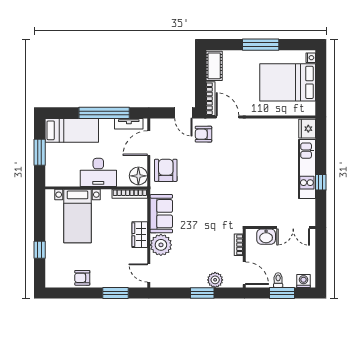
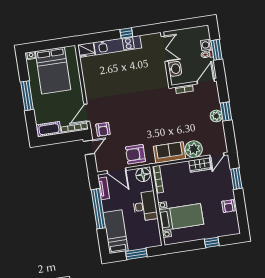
wardrobe: (140, 235) -> (200, 165), moved
plant: (215, 280) -> (216, 116), moved
washing machine: (303, 281) -> (206, 45), moved

